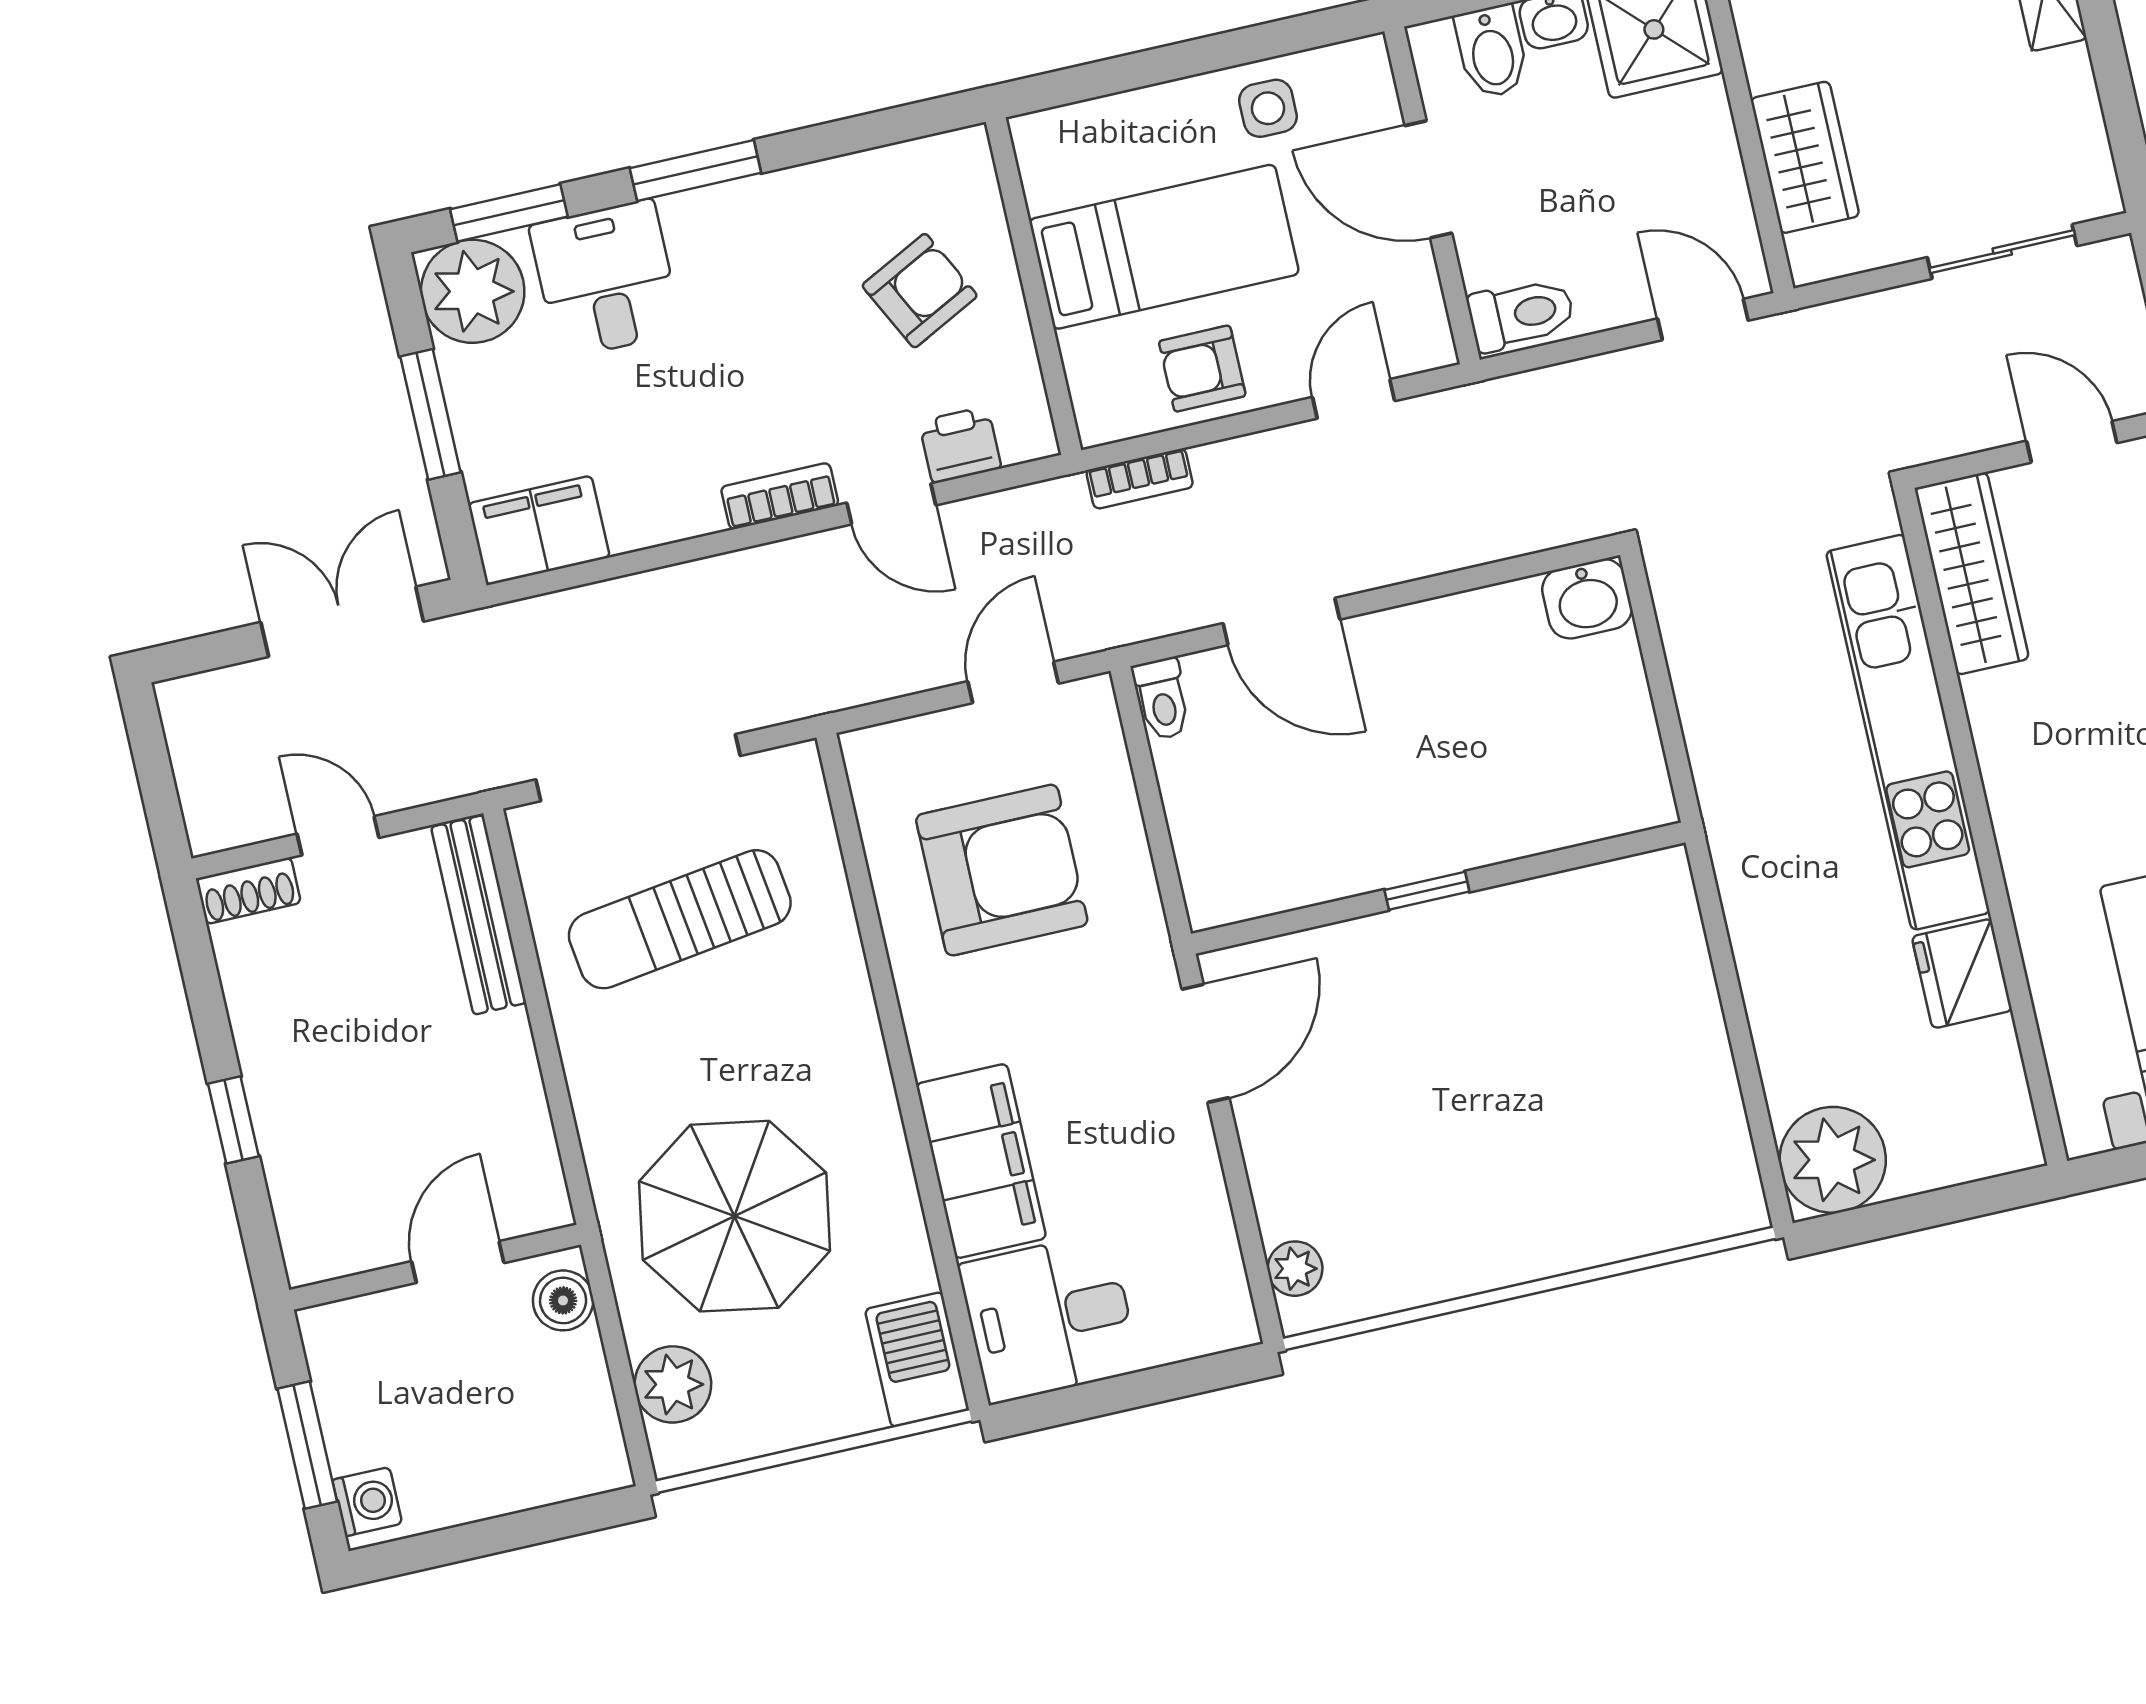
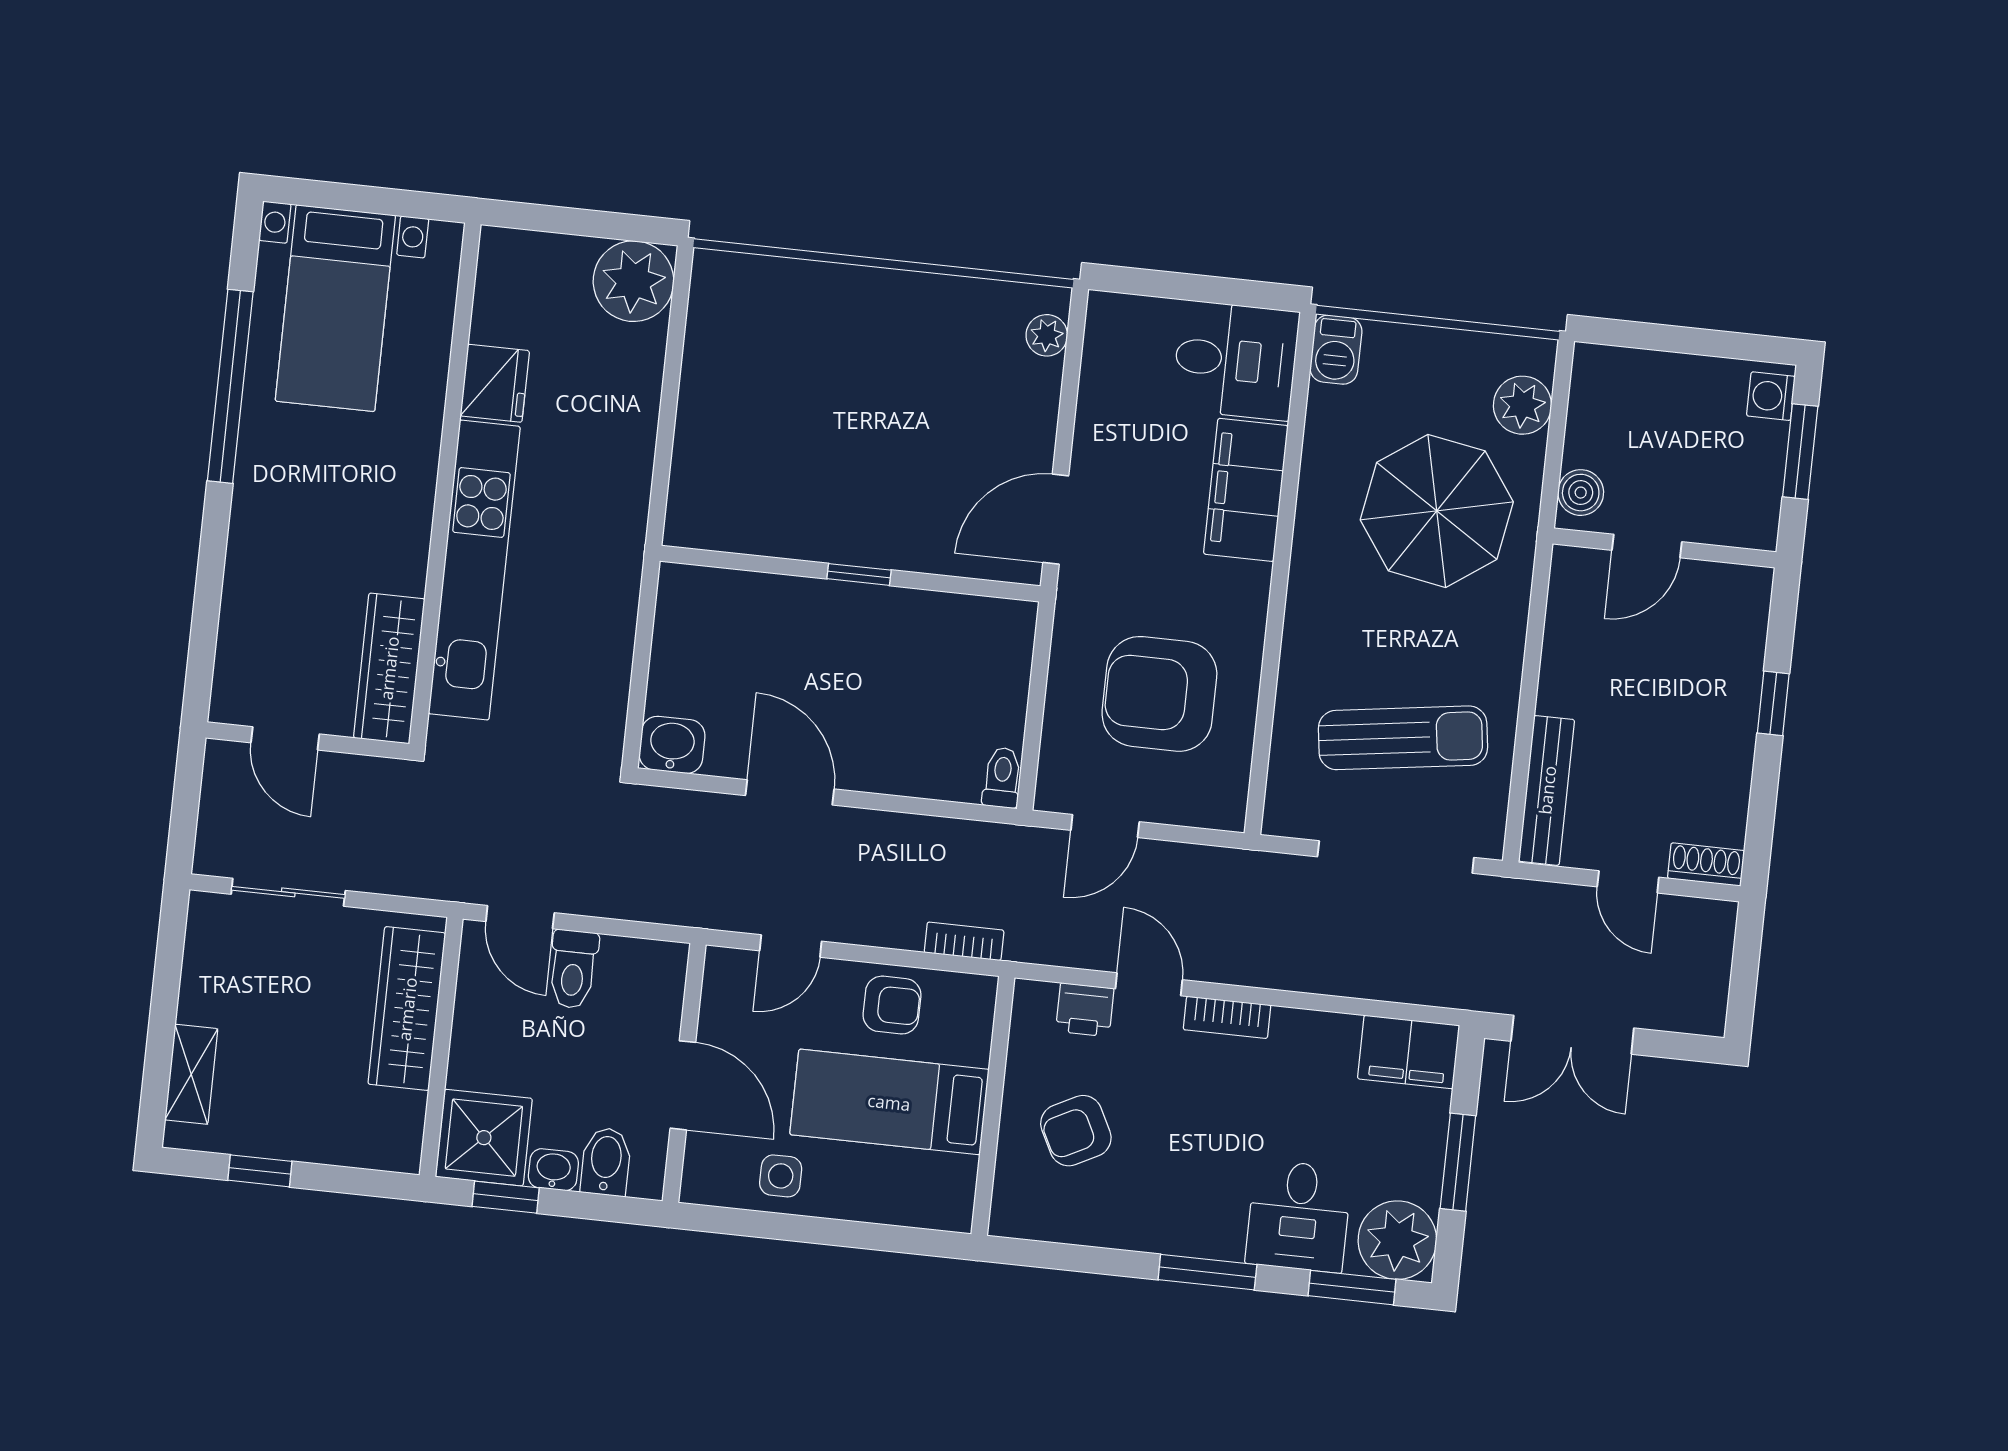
wardrobe: (1805, 157) -> (407, 1009), width x1.50
toilet: (1521, 314) -> (573, 969), moved, turned -90
door: (1281, 621) -> (790, 792), moved
barbecue: (917, 1360) -> (1336, 350), width x0.73, depth x0.79

